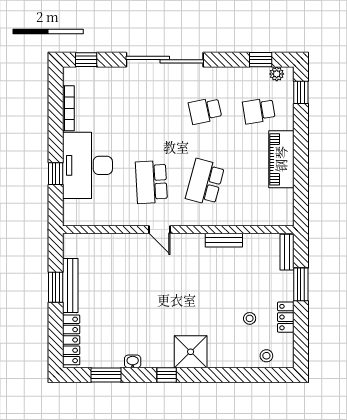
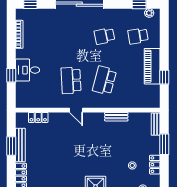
window: (301, 92) -> (164, 77), moved
desk: (87, 165) -> (28, 70), width x0.53, depth x0.77
locker: (99, 241) -> (38, 117), added

